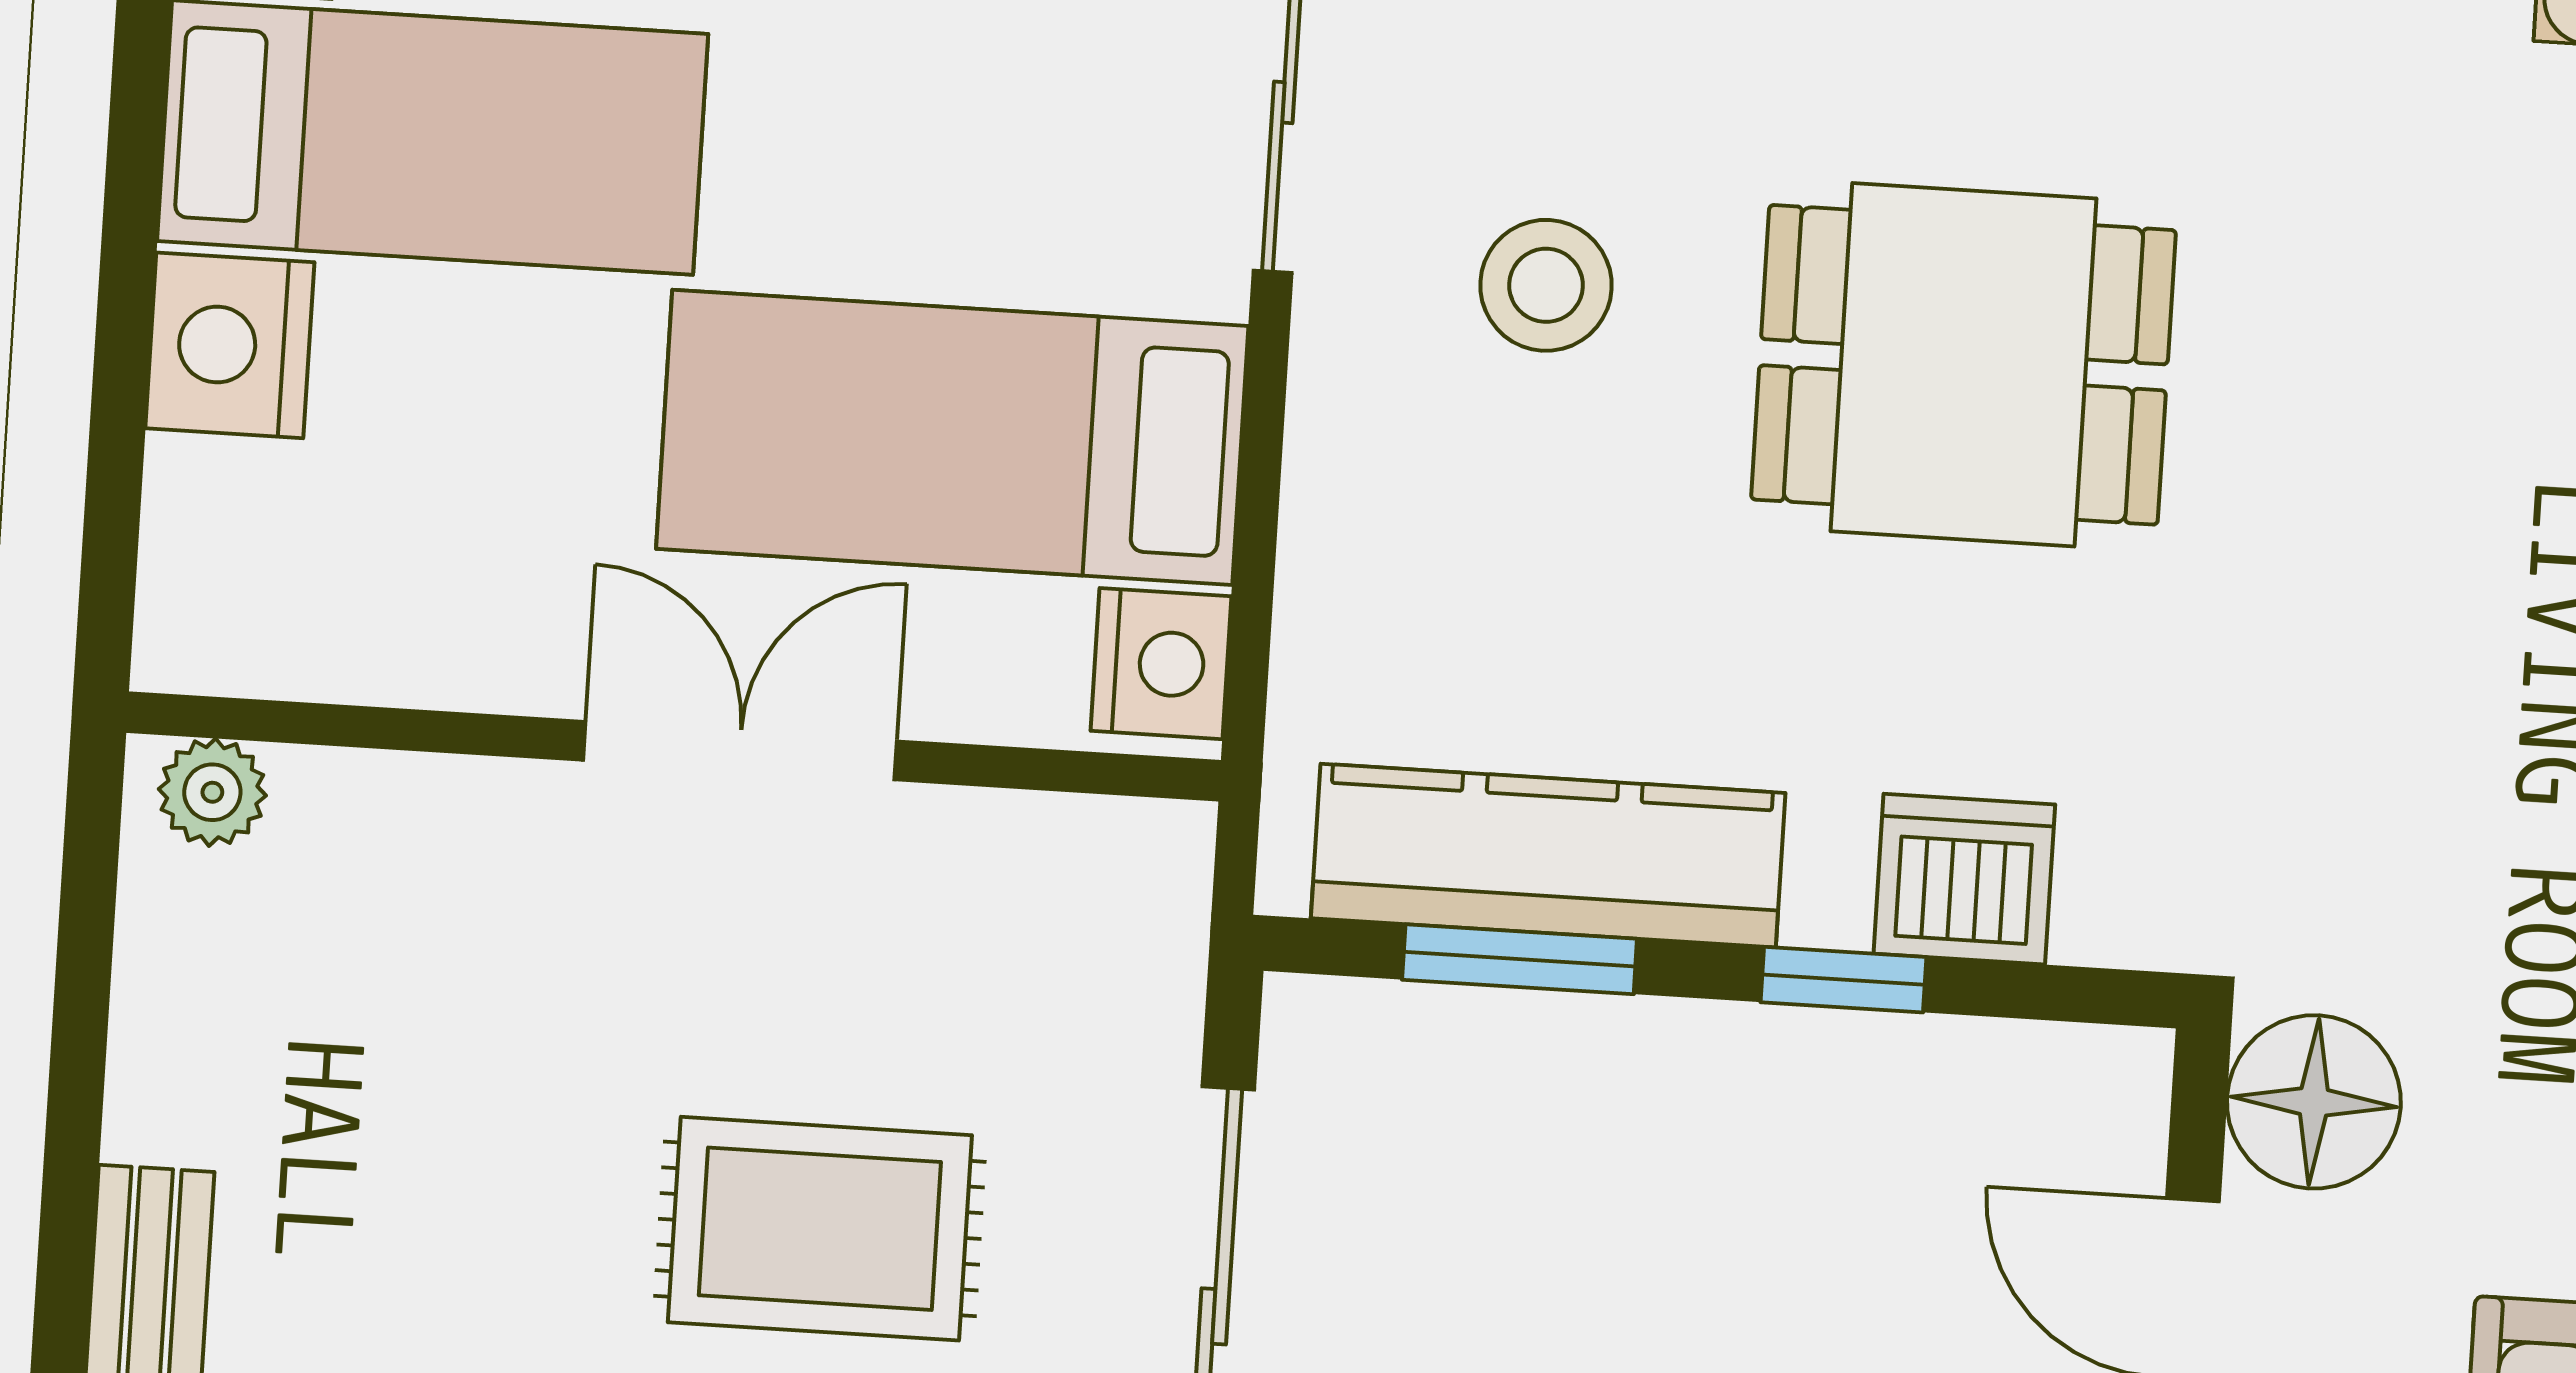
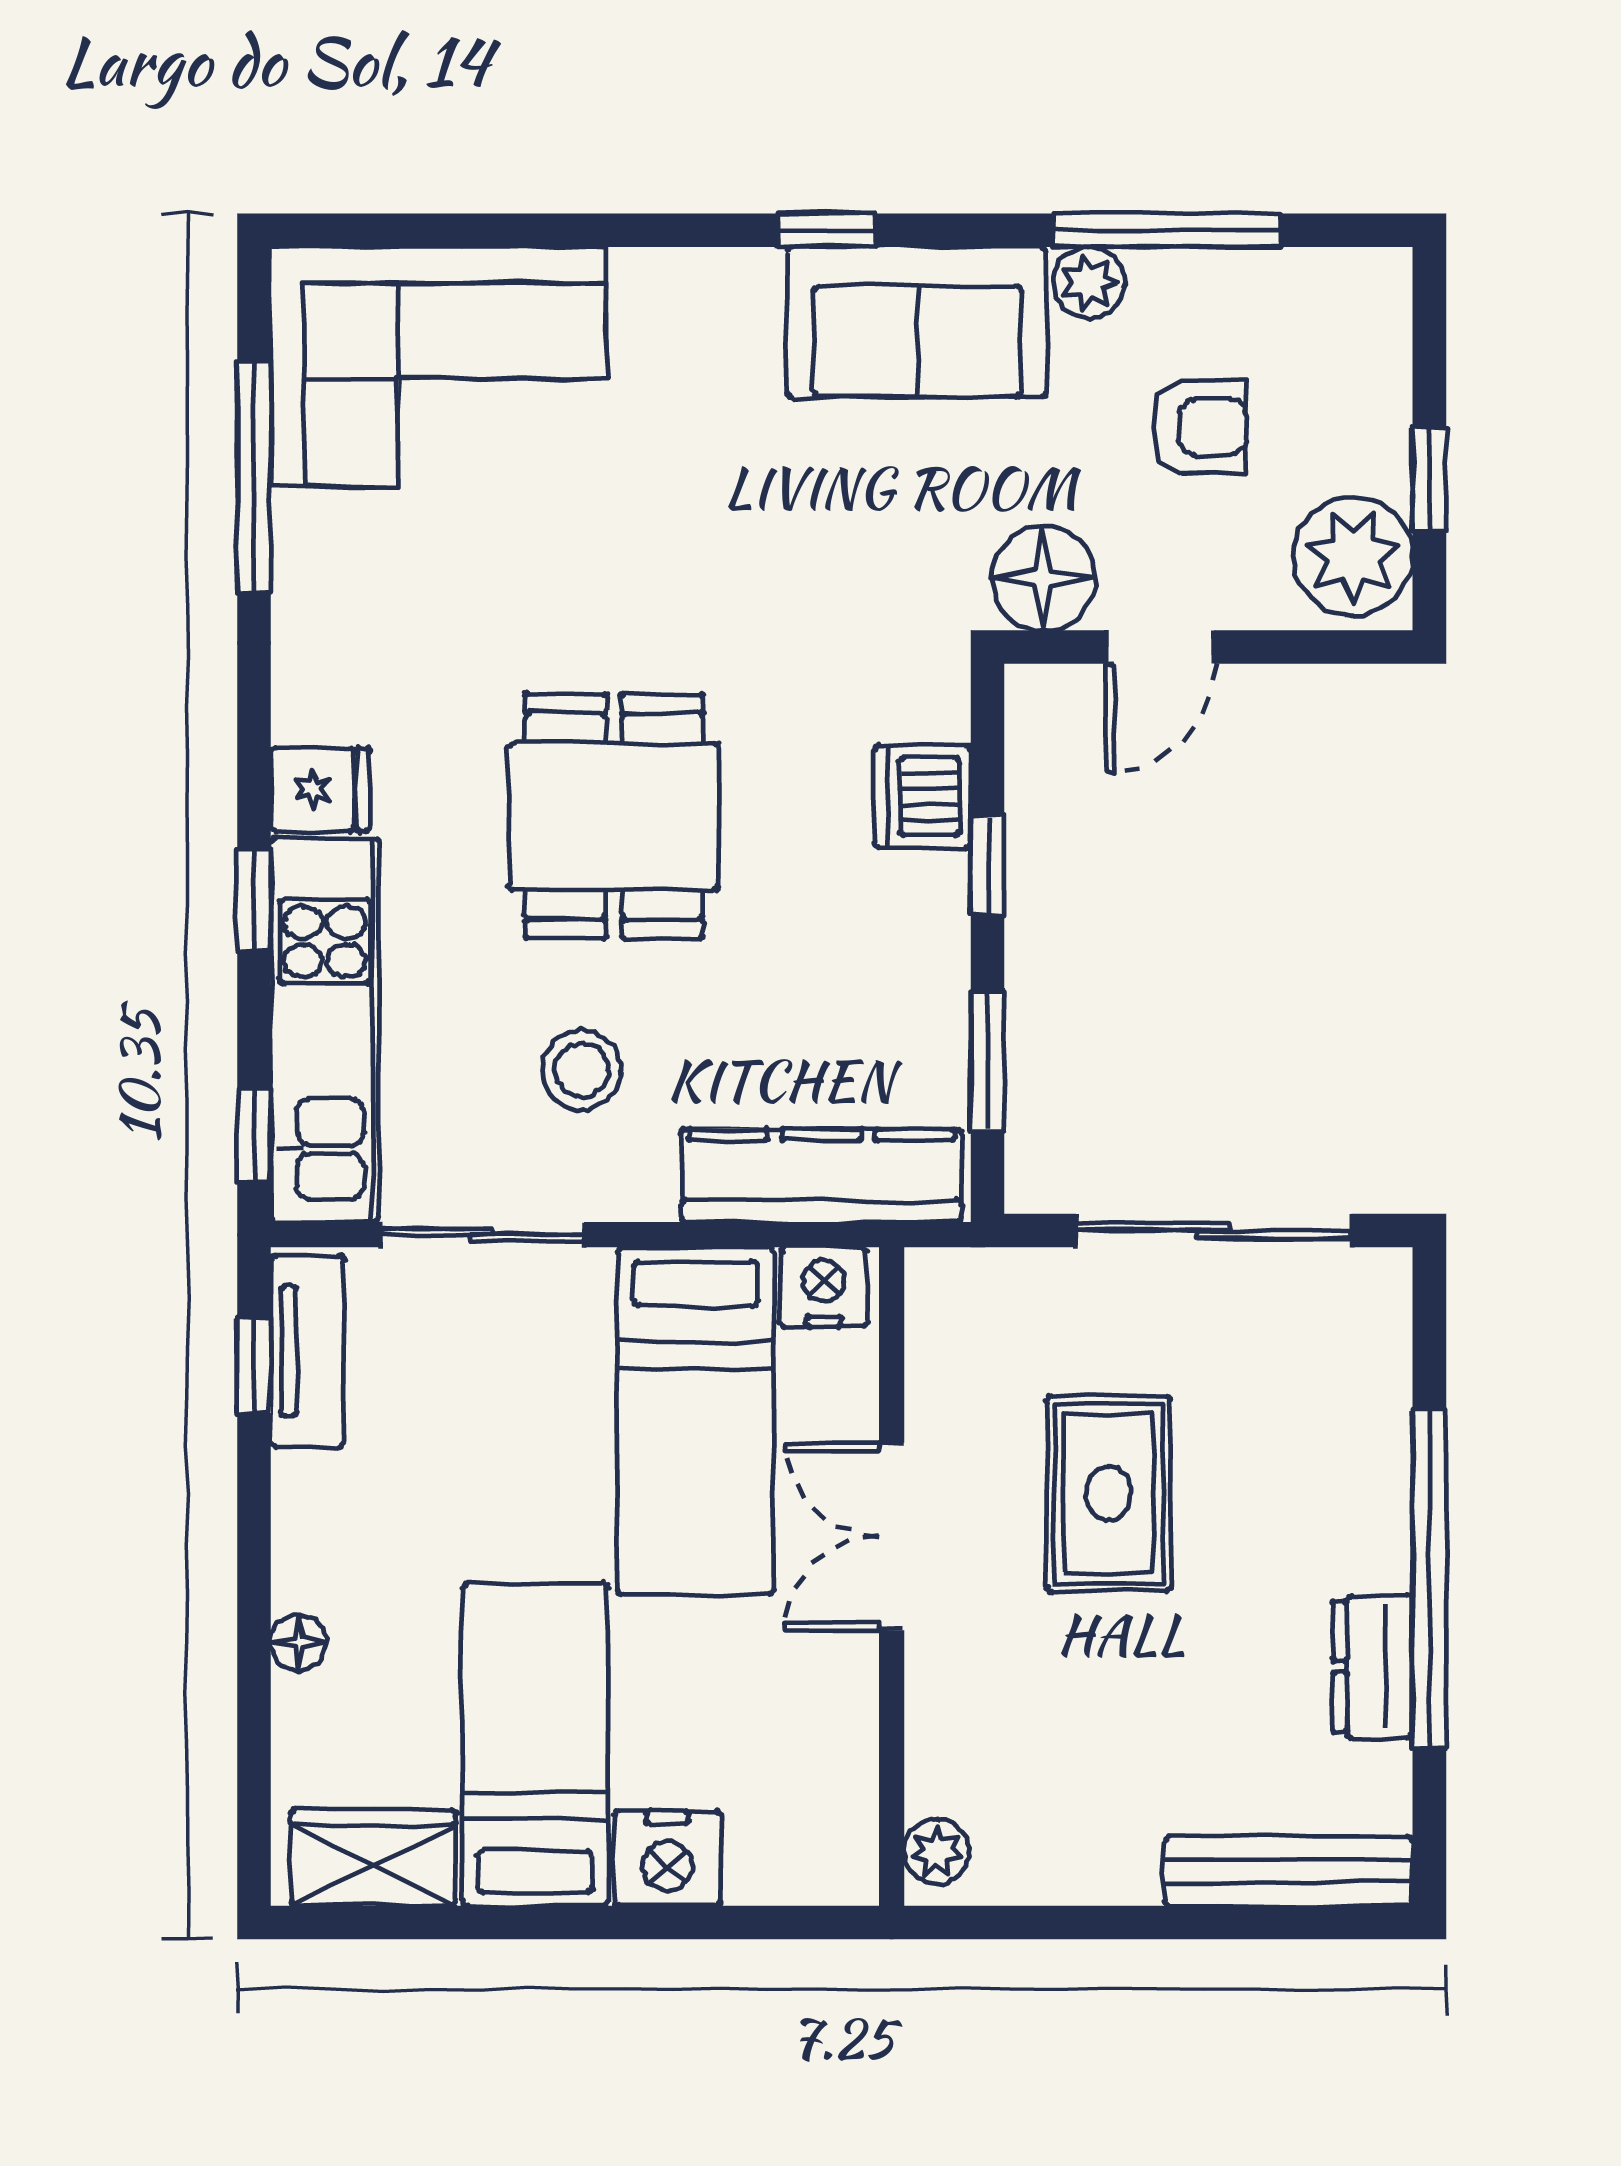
kitchen counter: (1548, 856) -> (821, 1176), moved, turned 90
rug: (820, 1229) -> (1109, 1493), moved

